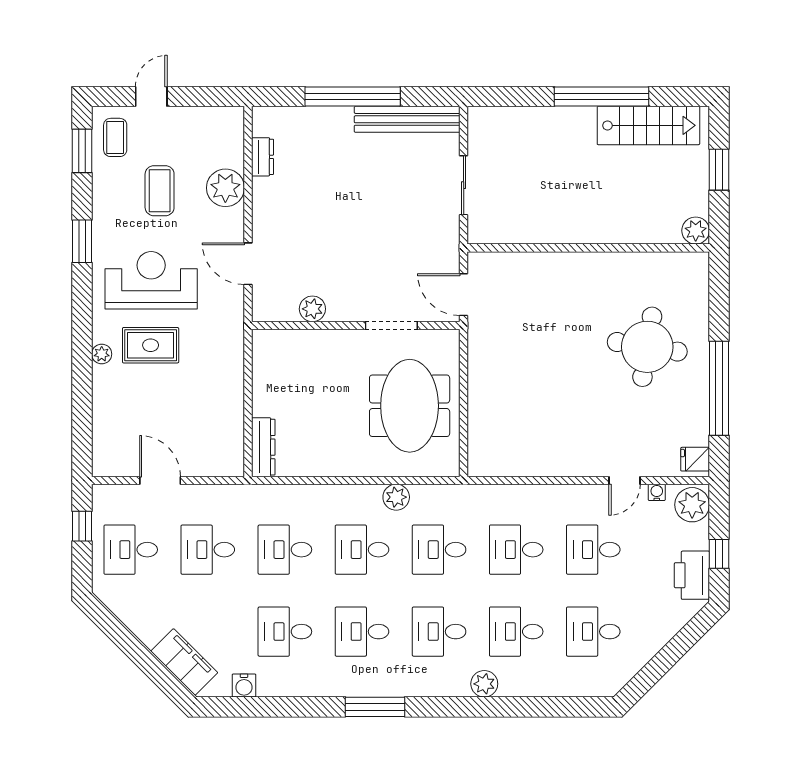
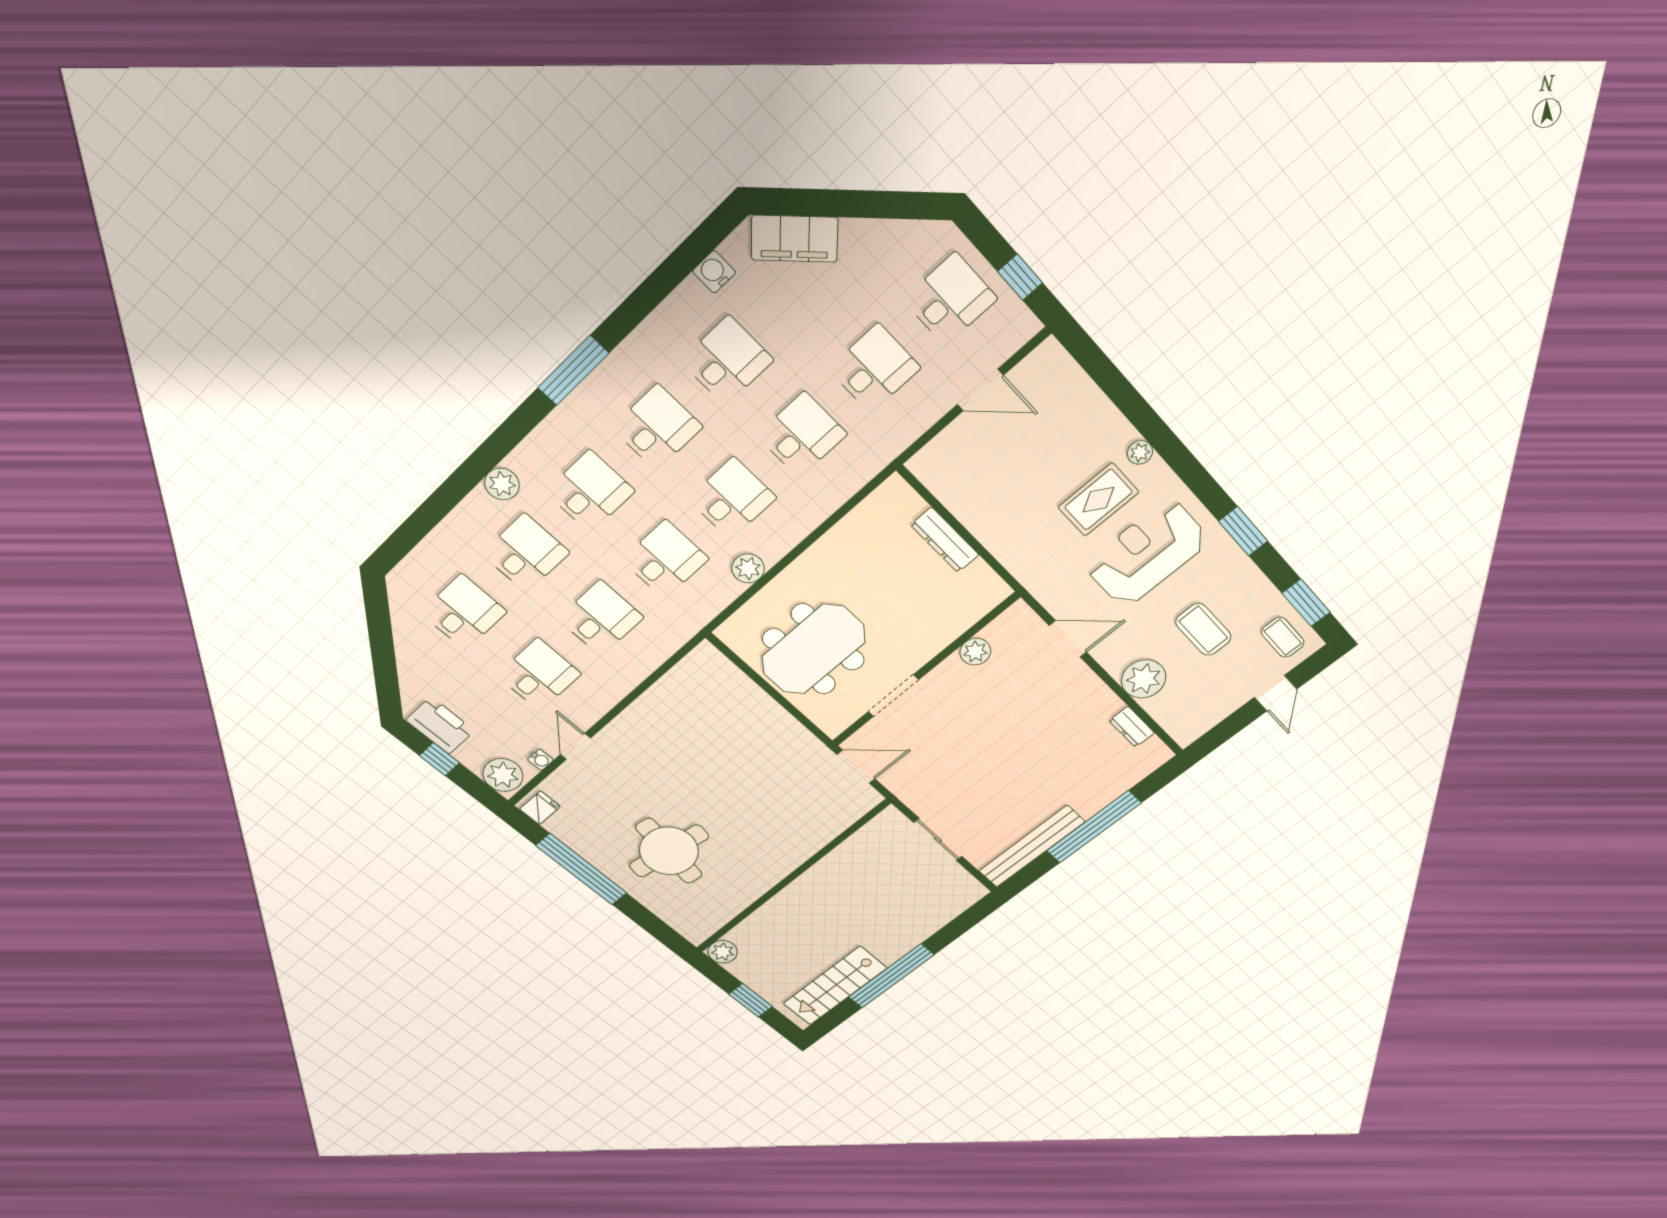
reception desk: (151, 280) -> (1147, 553), turned 180
meeting table: (410, 406) -> (813, 649), turned 90
dresser: (263, 447) -> (945, 540), moved

